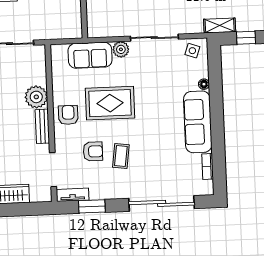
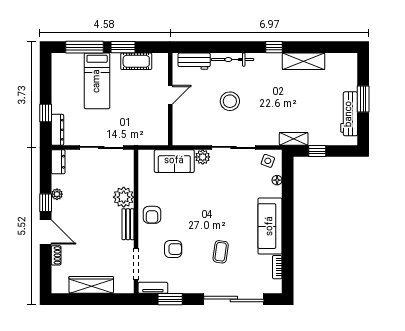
floor lamp: (204, 84) -> (277, 180), moved
rug: (110, 103) -> (191, 206), removed
armchair: (68, 115) -> (152, 215), turned 180
coffee table: (121, 156) -> (221, 252), moved

